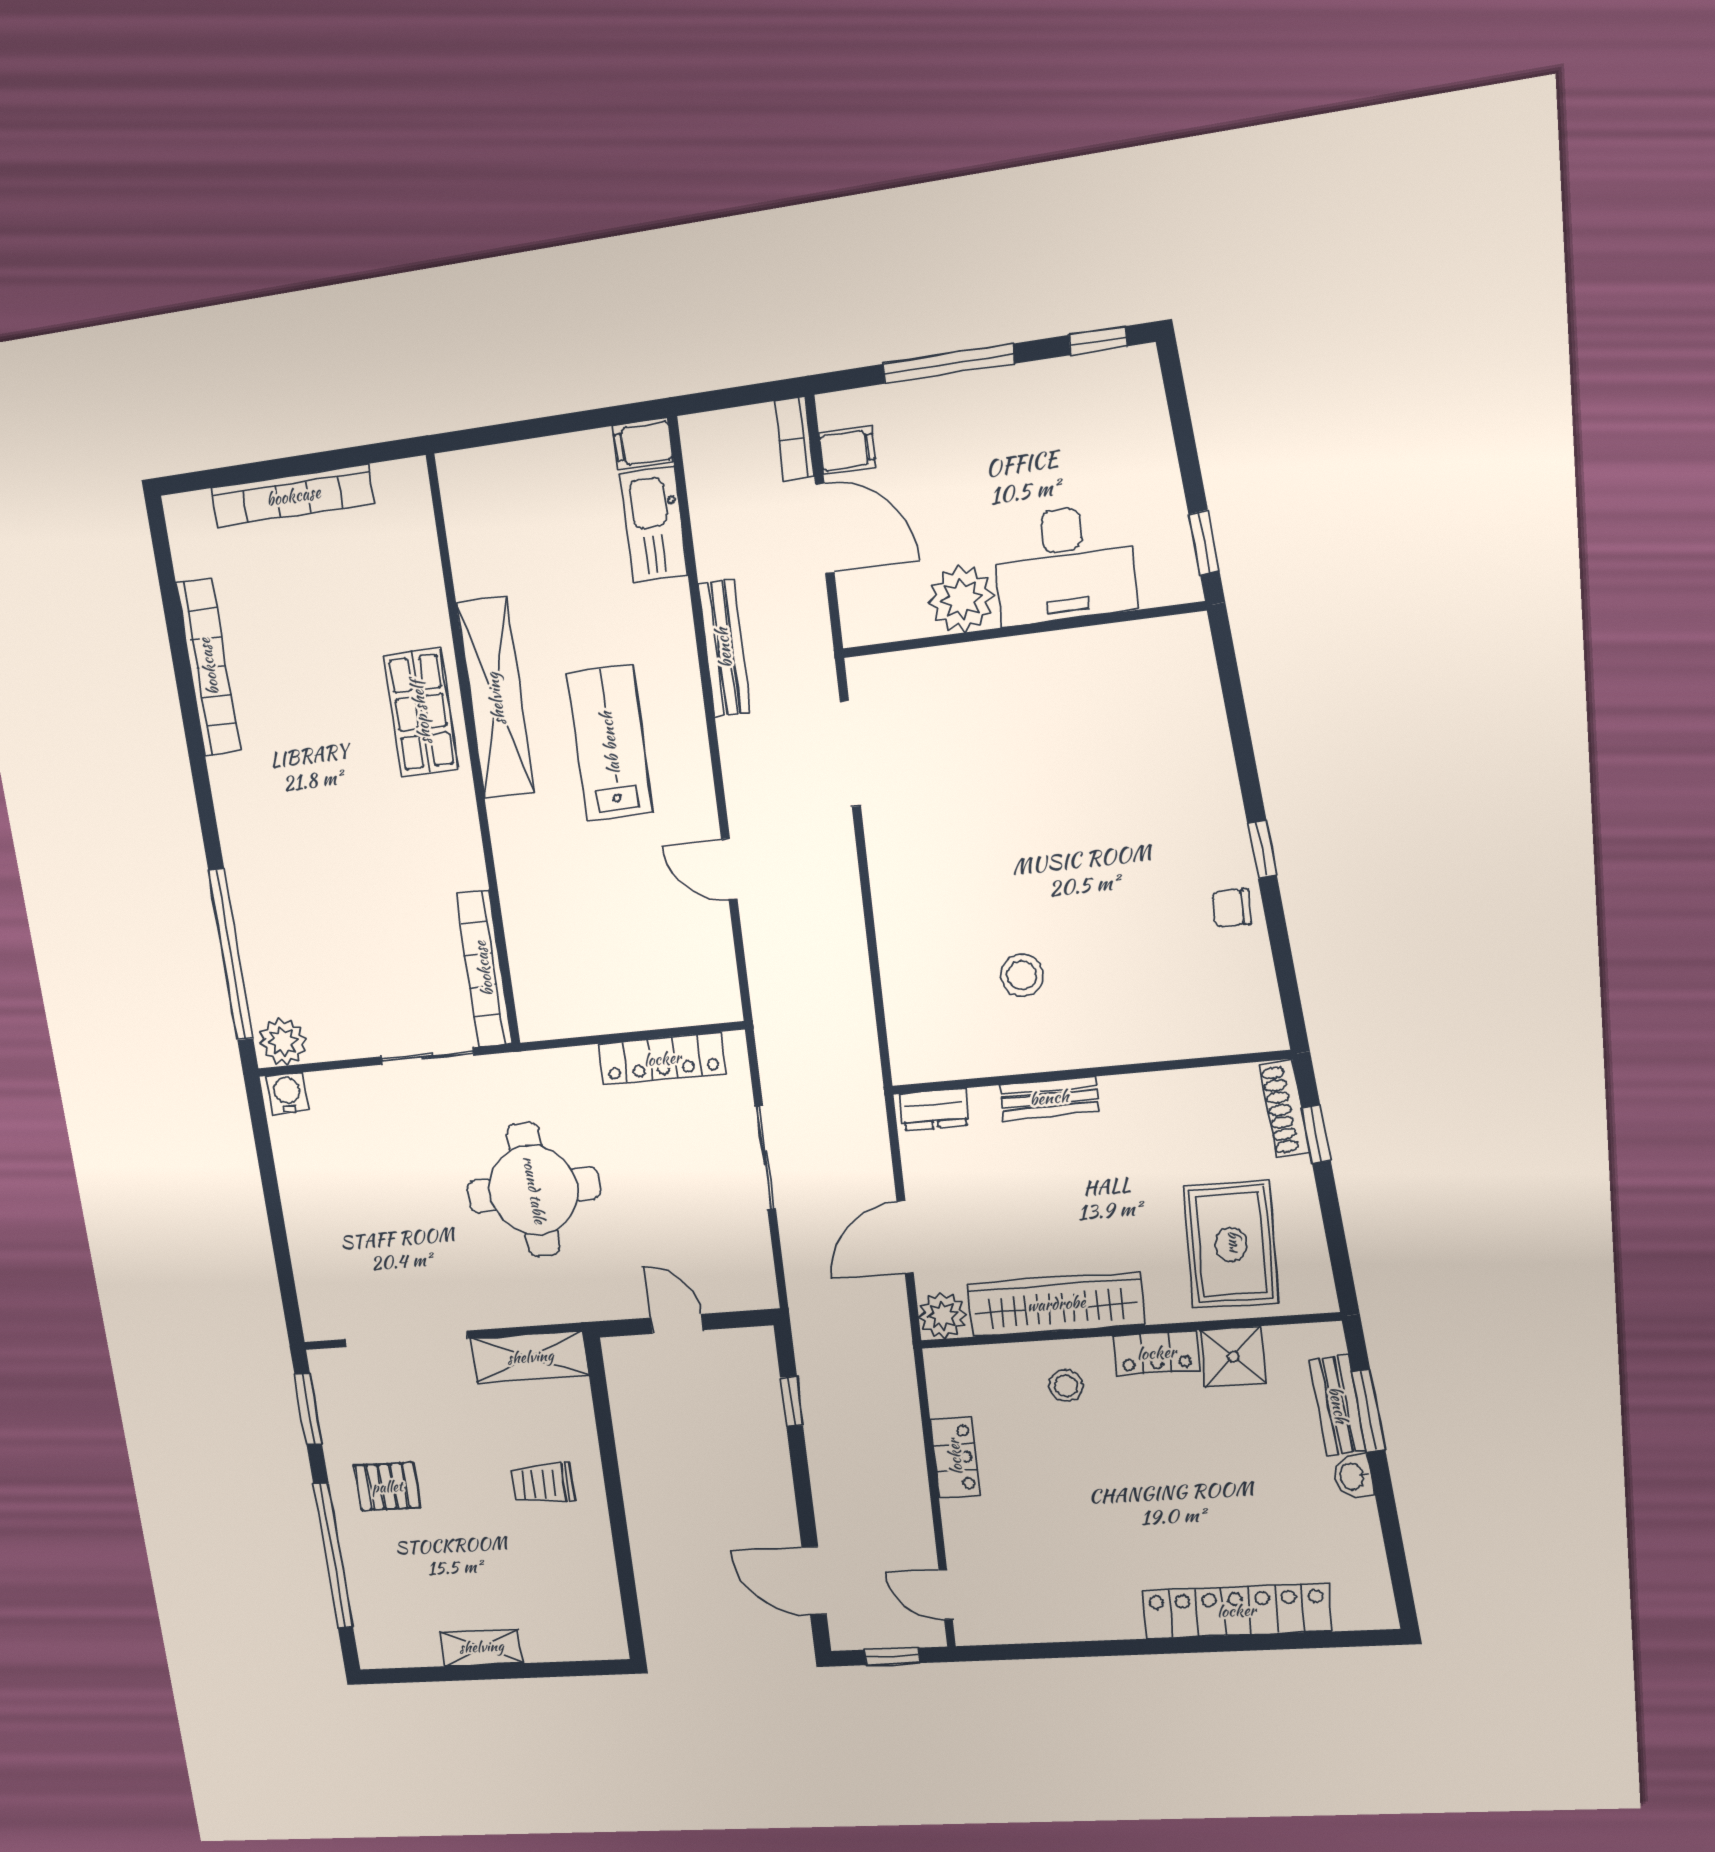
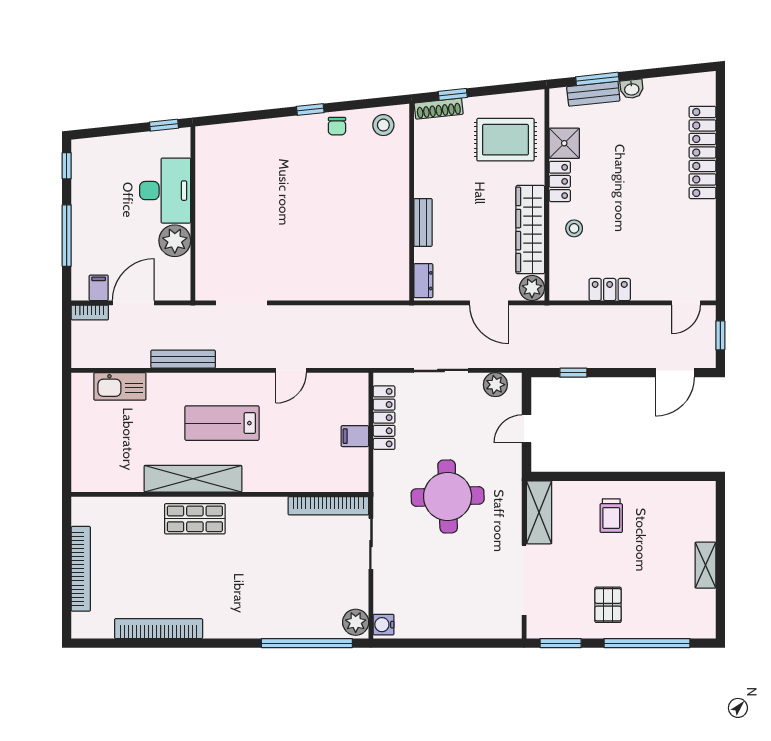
filing cabinet: (643, 444) -> (355, 436), moved, turned 90
stool: (1022, 975) -> (383, 125), moved
plant: (751, 1261) -> (495, 385), added

